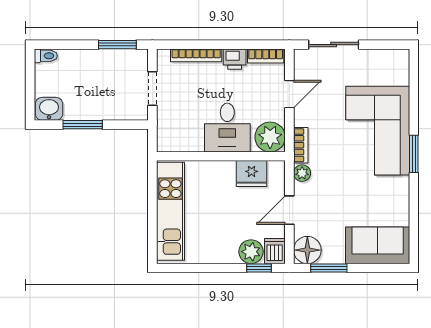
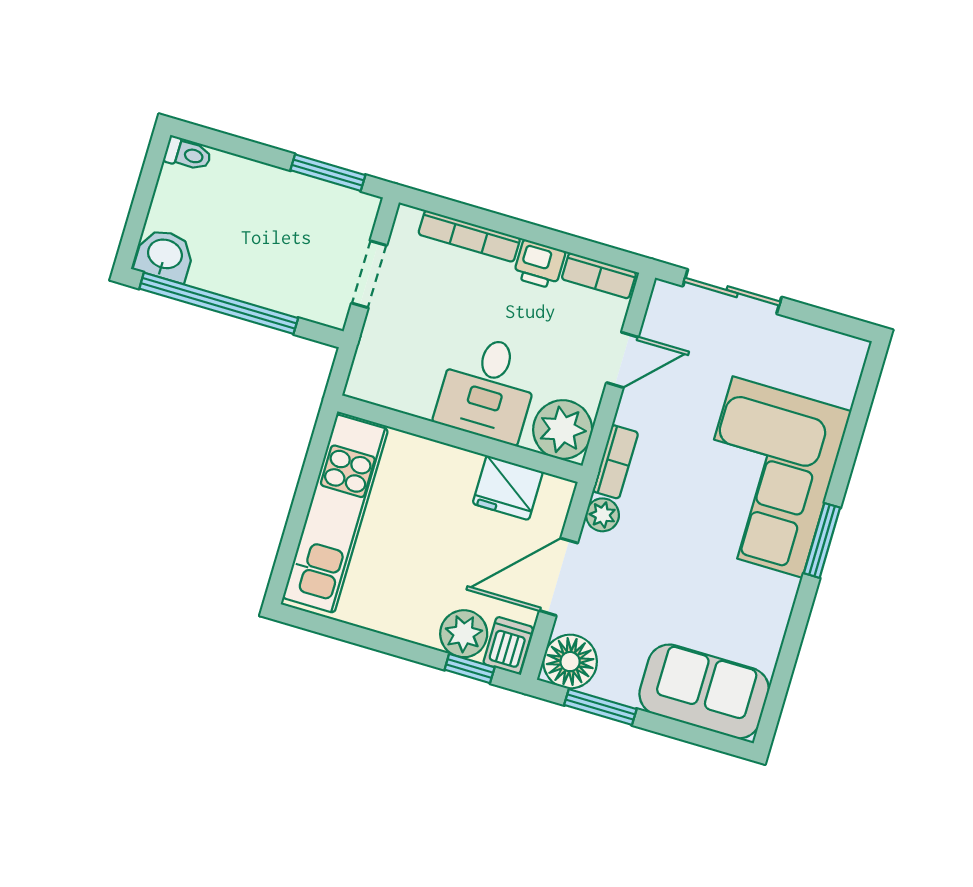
window: (83, 125) -> (219, 303), width x2.11
door: (289, 210) -> (558, 577), width x1.38

